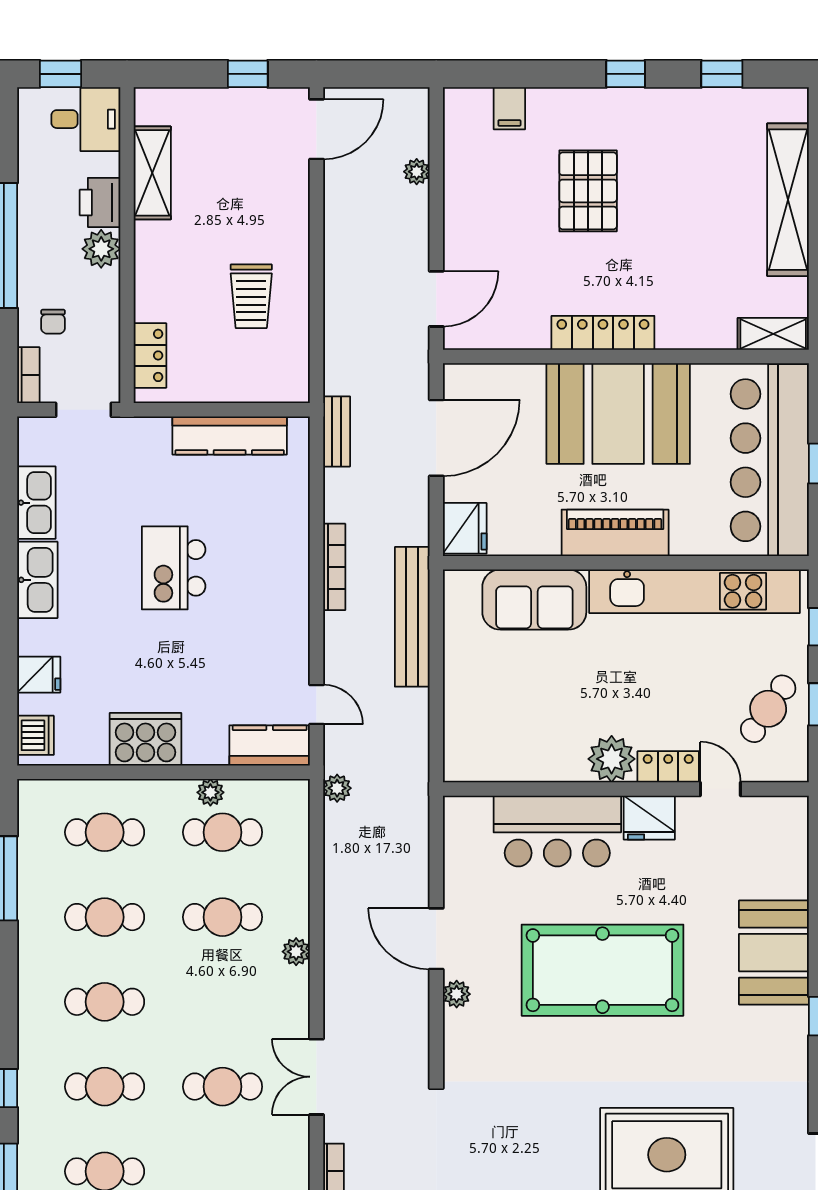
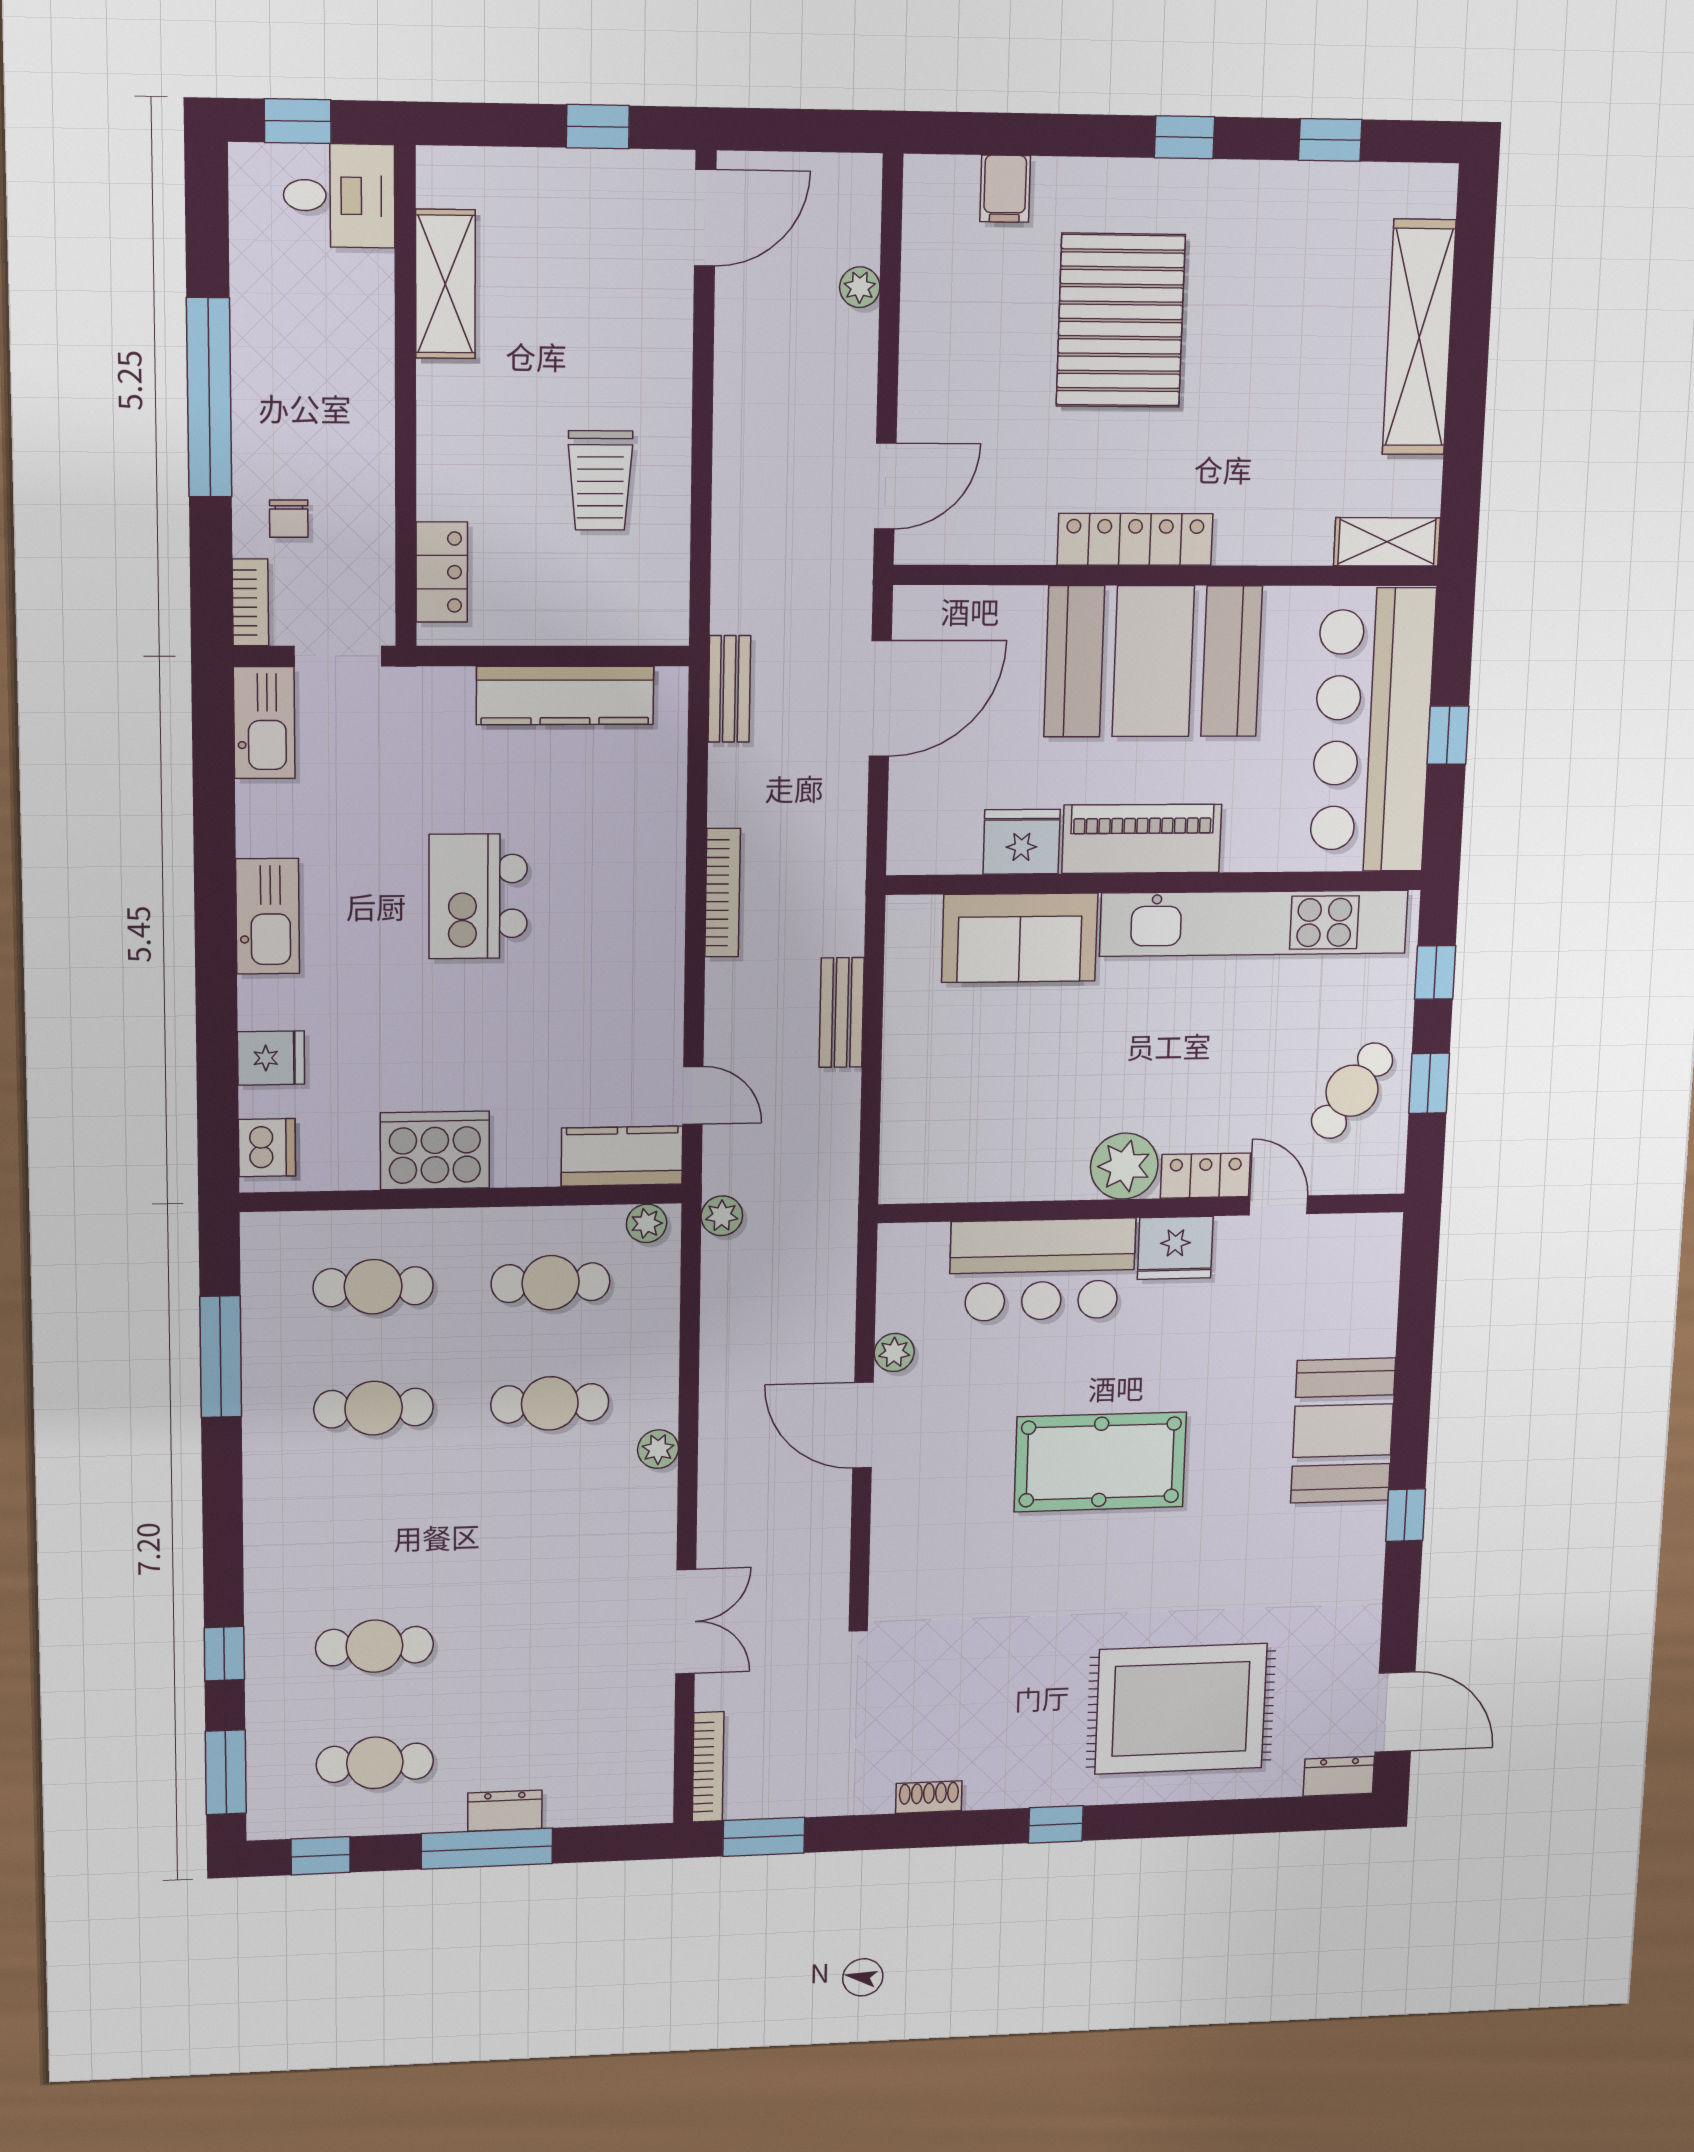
pallet: (588, 191) -> (1121, 320), width x1.37, depth x1.41
printer: (100, 202) -> (362, 330), removed
plant: (101, 249) -> (365, 404), removed
kitchen sink: (36, 503) -> (264, 723), moved
fridge: (465, 528) -> (1022, 842), moved, turned -90
bench: (412, 617) -> (842, 1013), width x0.54, depth x0.82
plant: (210, 792) -> (647, 1223), moved
pool table: (602, 970) -> (1100, 1462), width x0.73, depth x0.76
plant: (457, 994) -> (894, 1352), moved
cafe table: (105, 1002) -> (374, 1528), removed
double door: (317, 1077) -> (686, 1622), swing flipped
cafe table: (223, 1087) -> (548, 1640), removed

